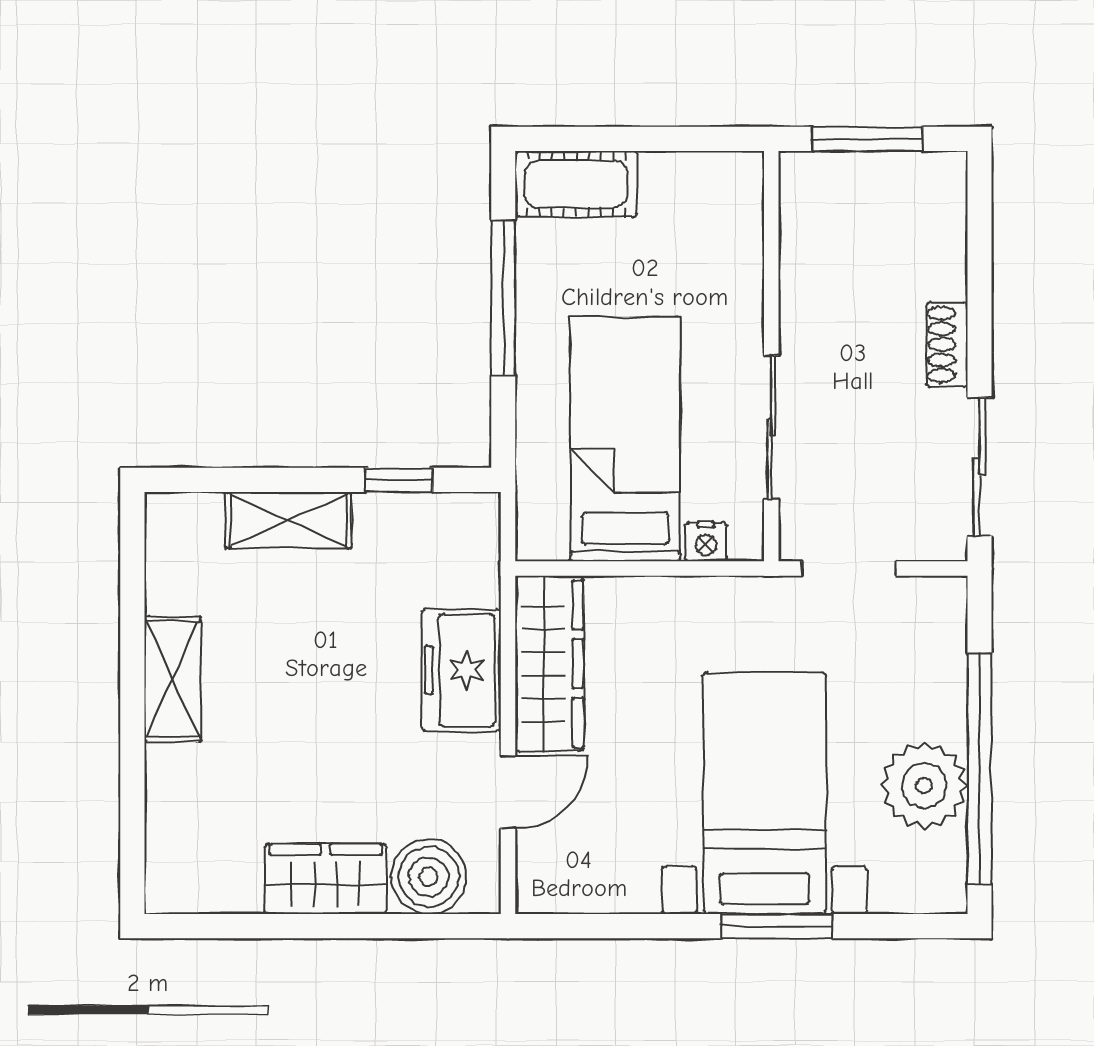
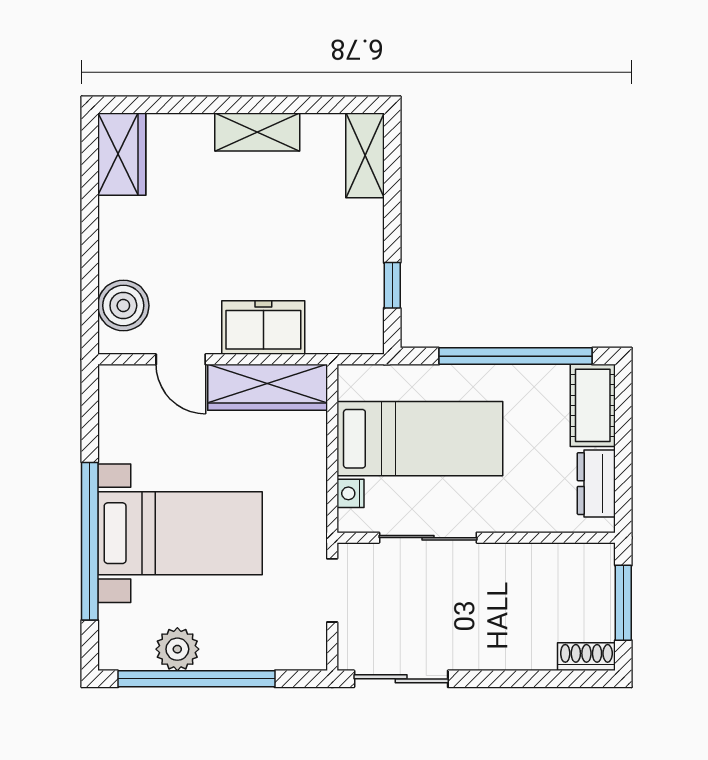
dresser: (691, 179) -> (596, 484), added
window: (503, 298) -> (515, 356), width x1.46
shoe rack: (947, 344) -> (586, 657), moved
shelving: (288, 520) -> (365, 155), moved
plant: (924, 785) -> (177, 649), width x0.73, depth x0.73
wardrobe: (325, 879) -> (122, 154), moved
window: (776, 926) -> (90, 541), width x2.11

